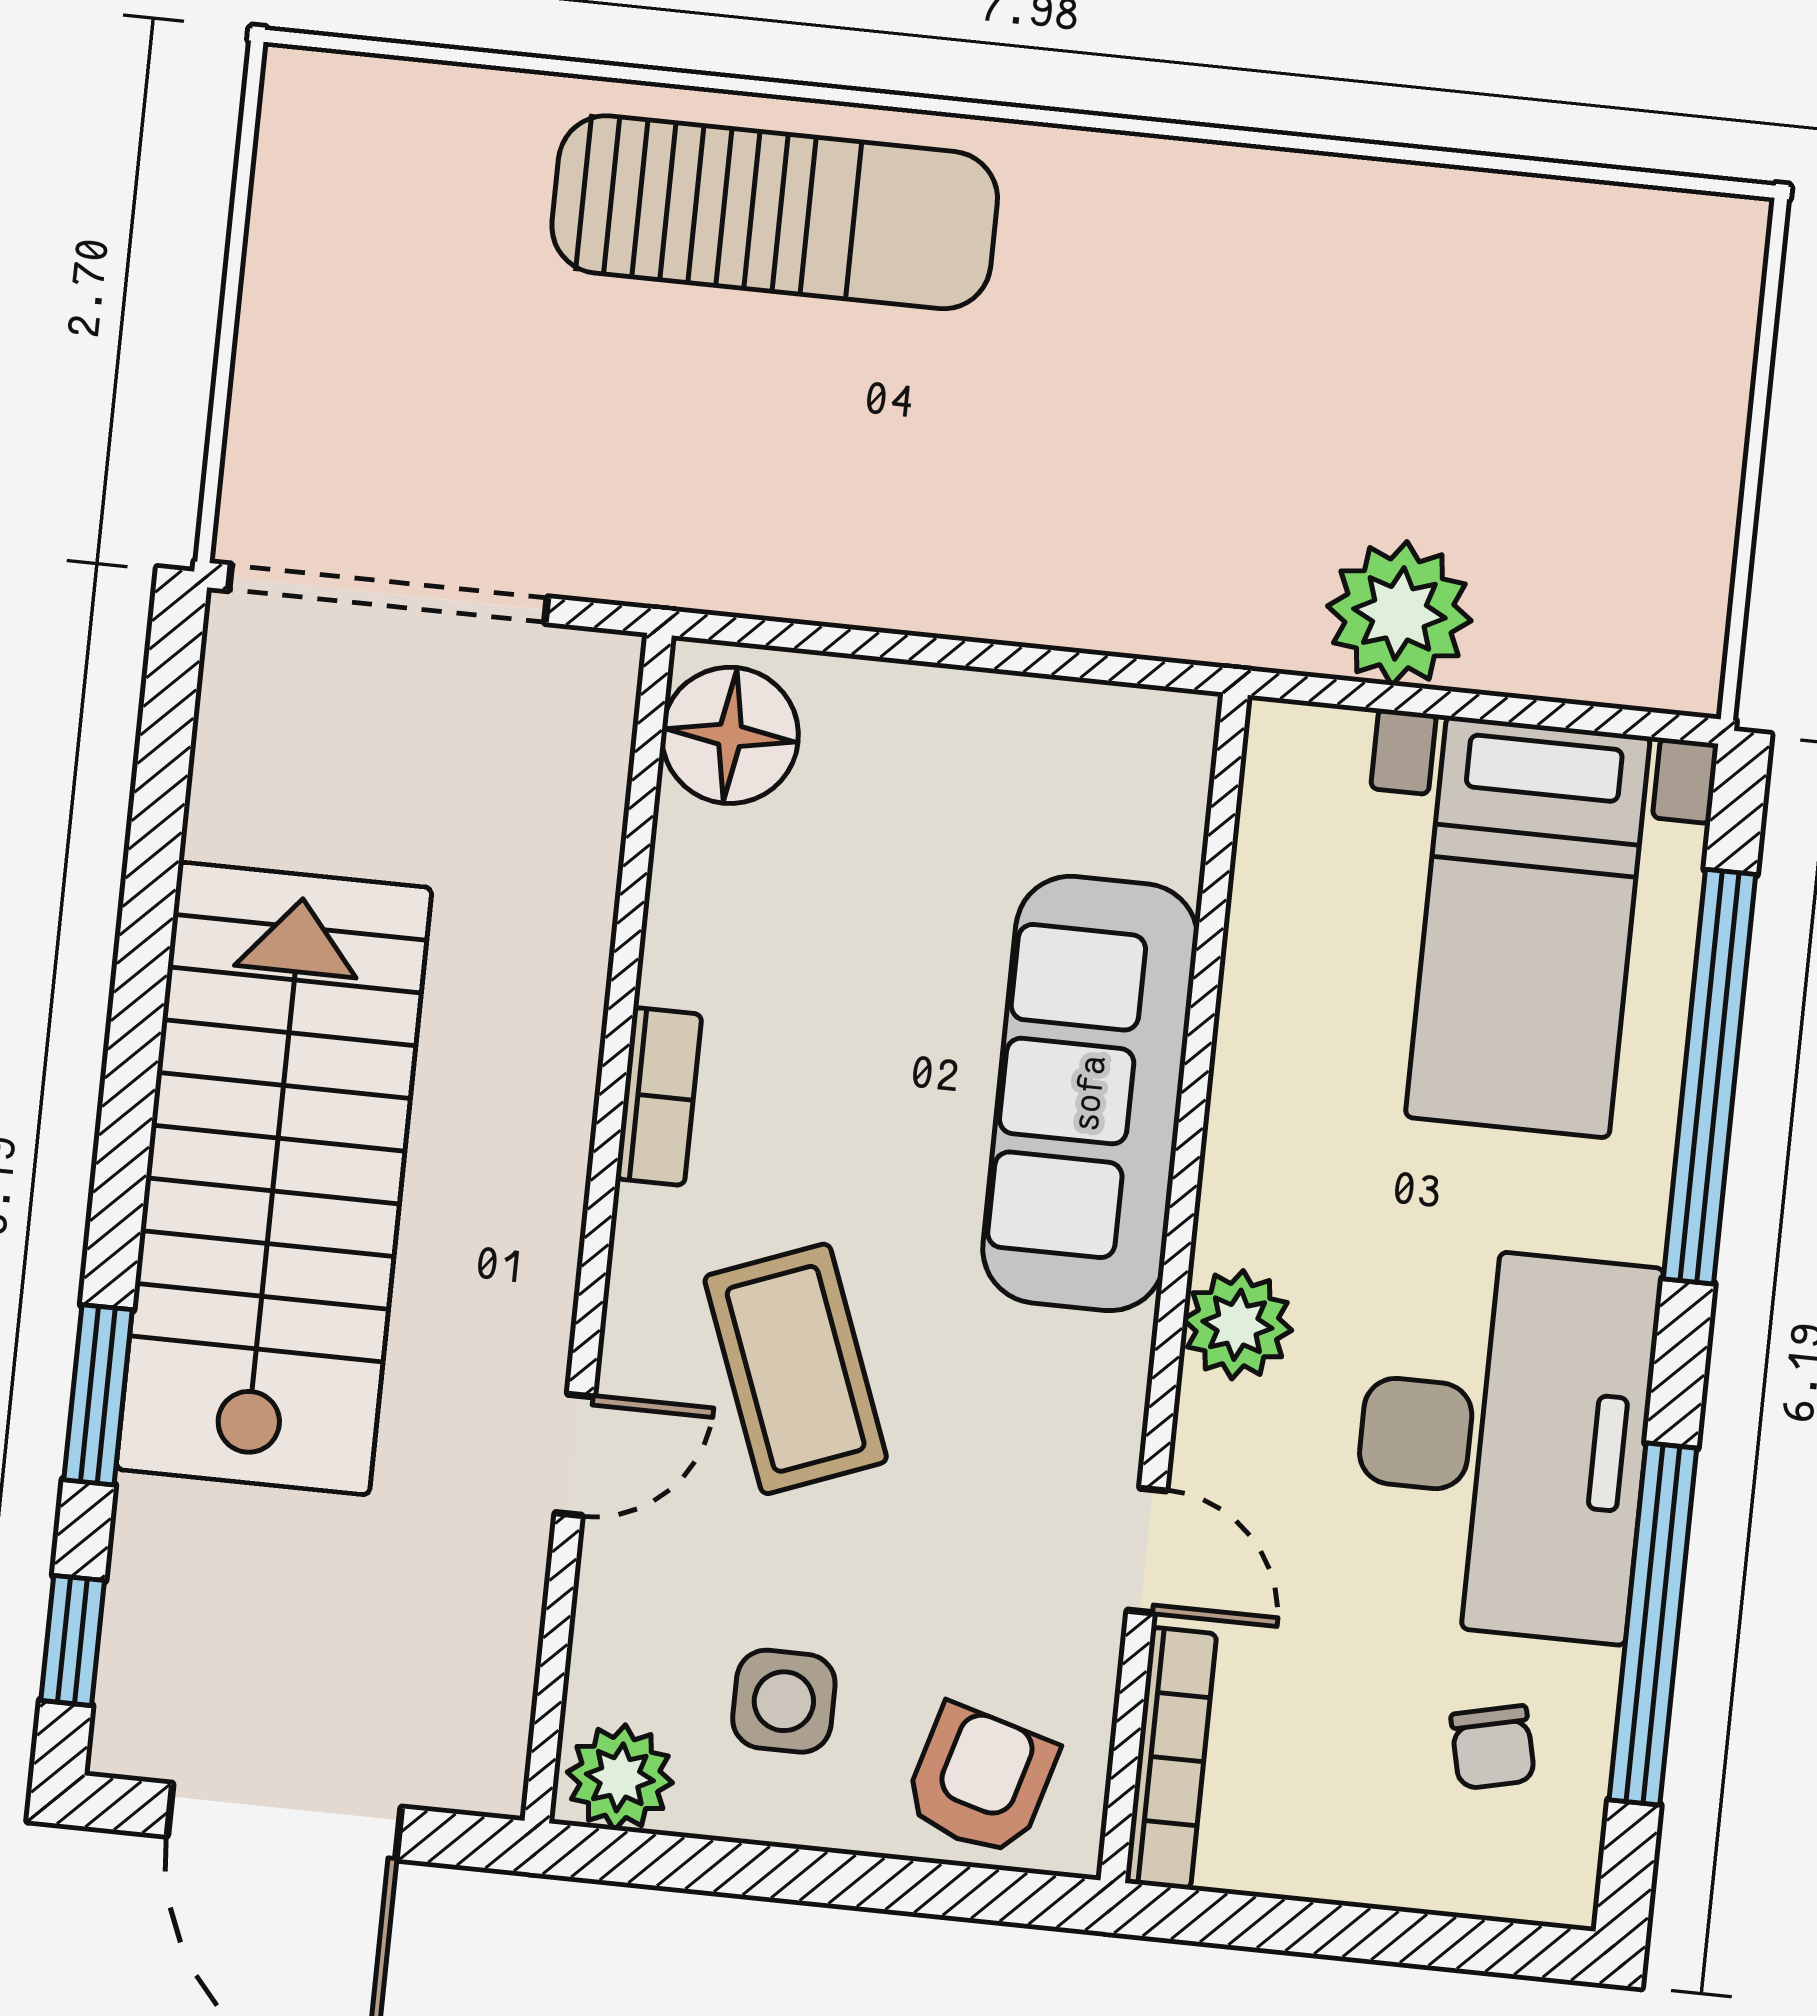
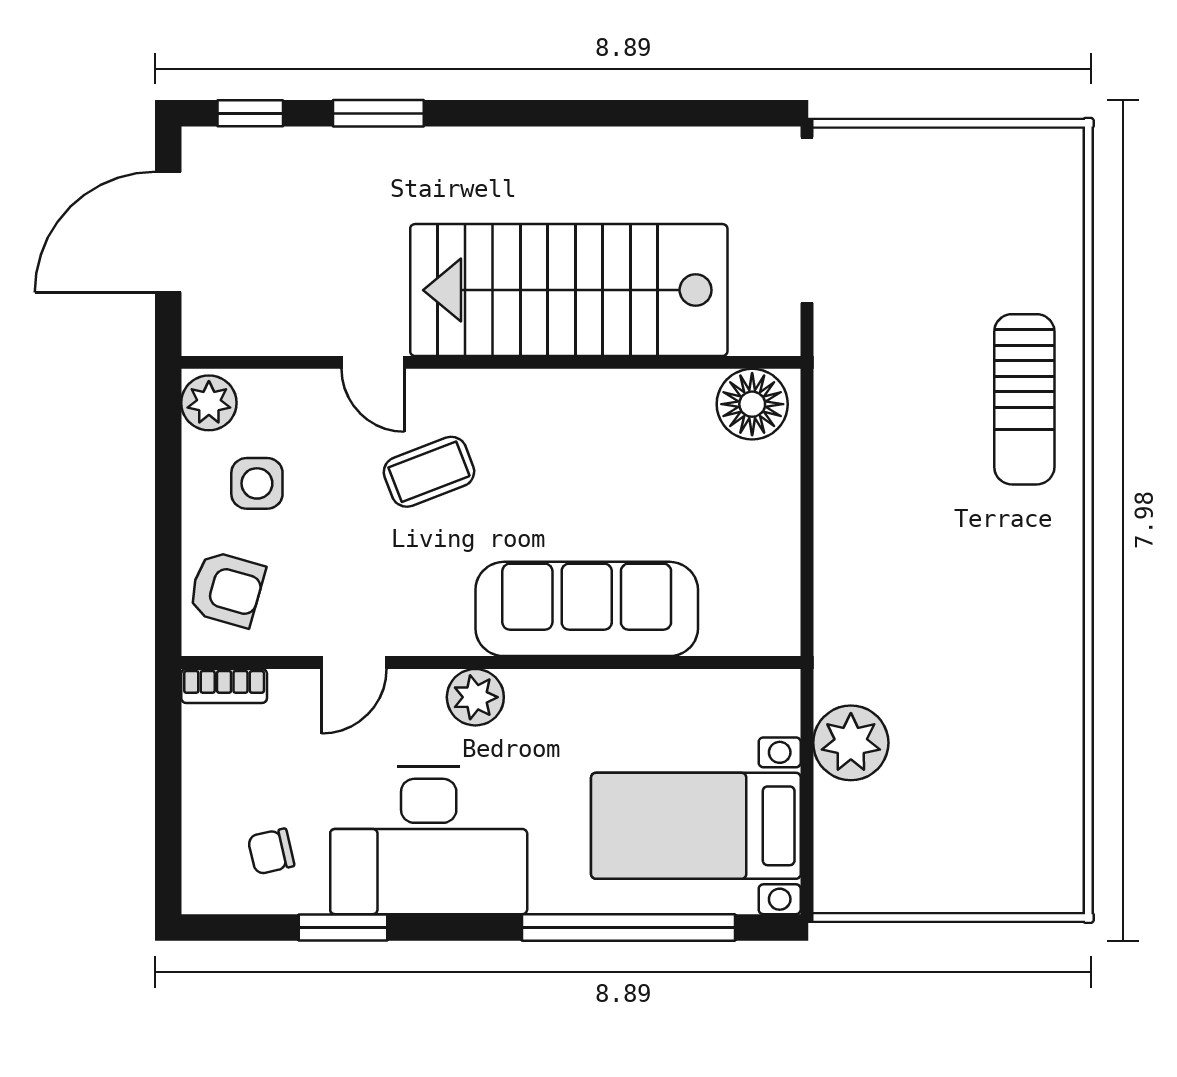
sun lounger: (775, 212) -> (1024, 399), width x0.73, depth x0.75
bookcase: (659, 1096) -> (562, 387), removed
stairs: (274, 1179) -> (569, 290), moved, turned 180
coffee table: (796, 1369) -> (429, 472), width x0.73, depth x0.77
window: (1653, 1624) -> (343, 927), width x0.47
bookcase: (1171, 1758) -> (224, 686), width x0.64

